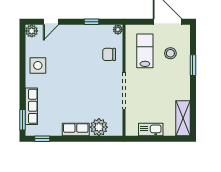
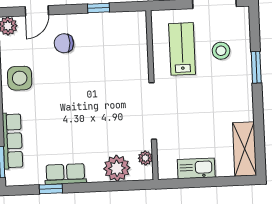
plant: (118, 30) -> (145, 158), moved
chair: (109, 54) -> (64, 43), moved
row of seats: (76, 130) -> (65, 174), moved
window: (42, 139) -> (51, 189), moved

